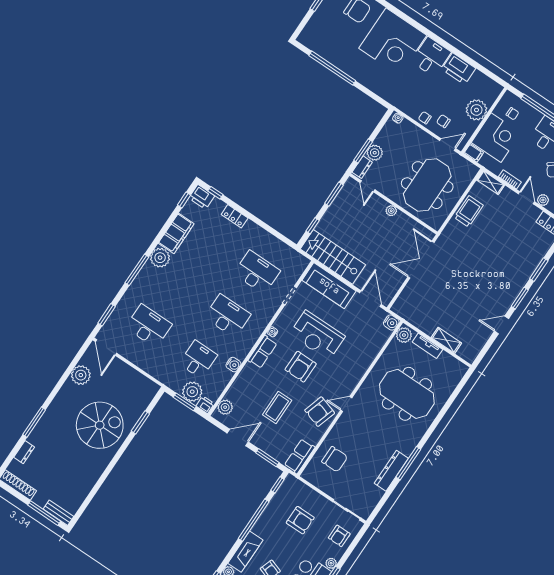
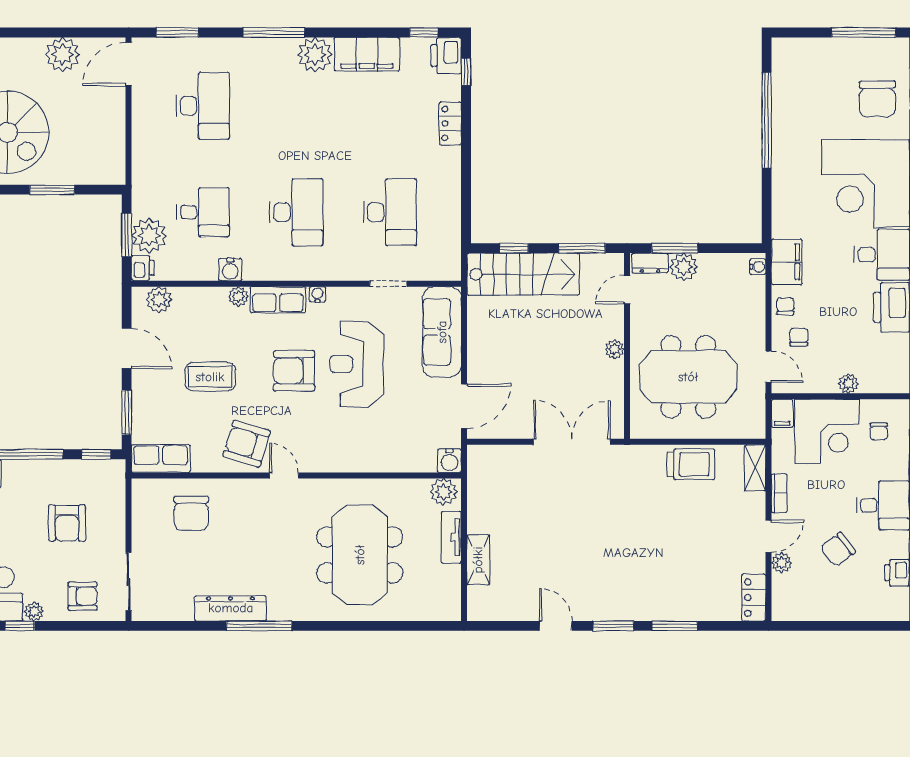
filing cabinet: (405, 103) -> (787, 262), added
plant: (476, 110) -> (848, 383), width x0.53, depth x0.53
stairs: (333, 257) -> (523, 274), moved, turned 90
plant: (249, 369) -> (238, 296), added
armchair: (339, 536) -> (83, 596), turned 180

